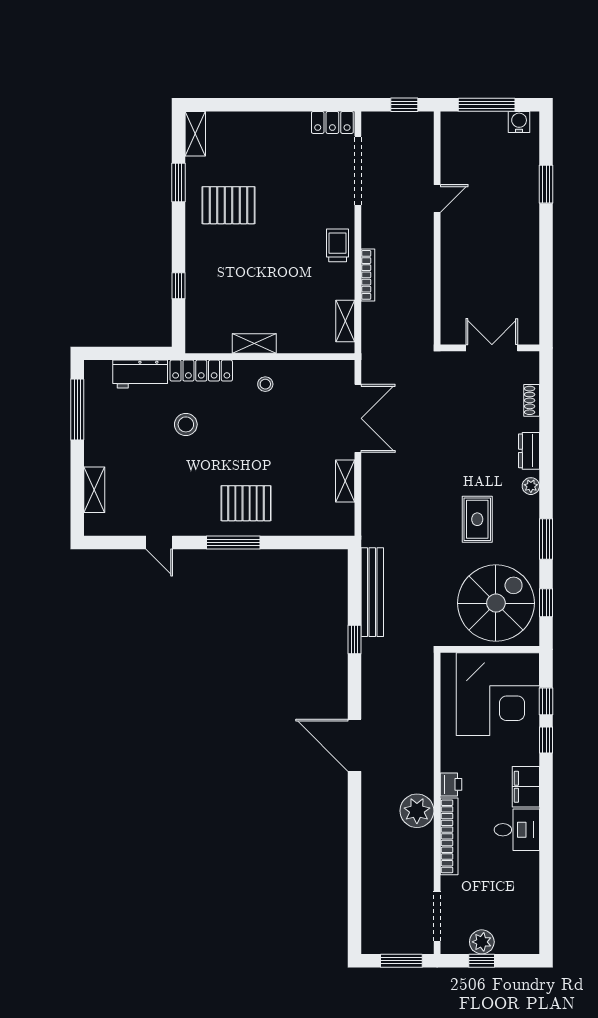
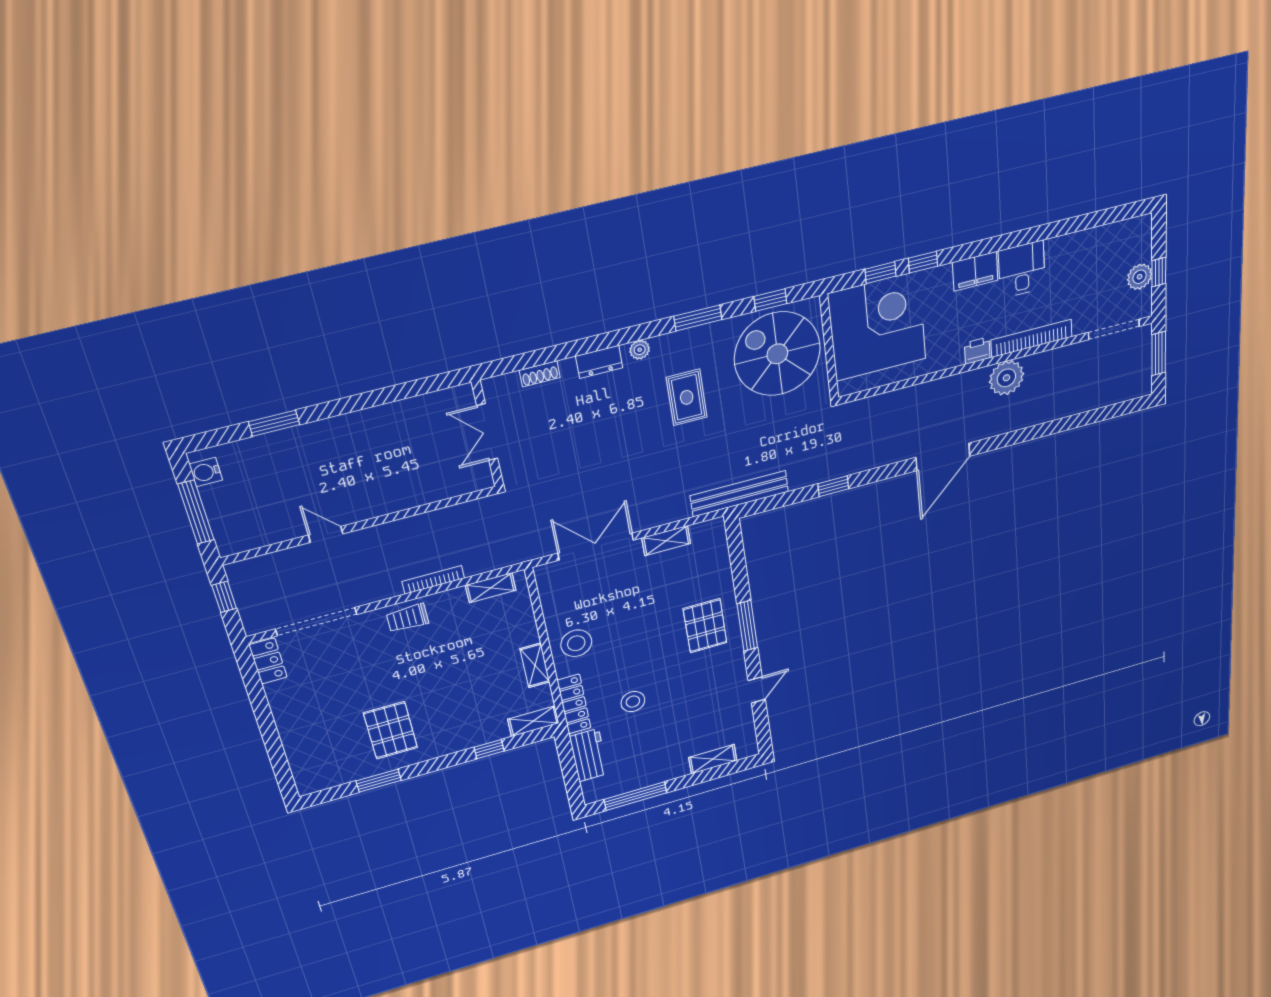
shelving: (195, 134) -> (533, 721), moved
stool: (265, 384) -> (576, 643), width x1.89, depth x1.89
rug: (477, 519) -> (687, 397), turned 90
bench: (372, 592) -> (739, 494), moved

